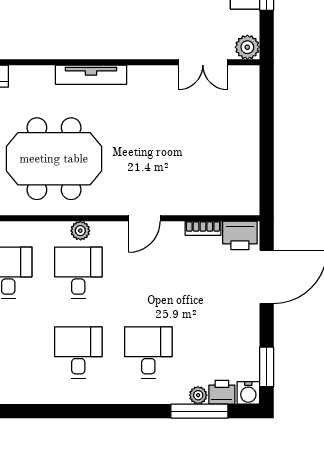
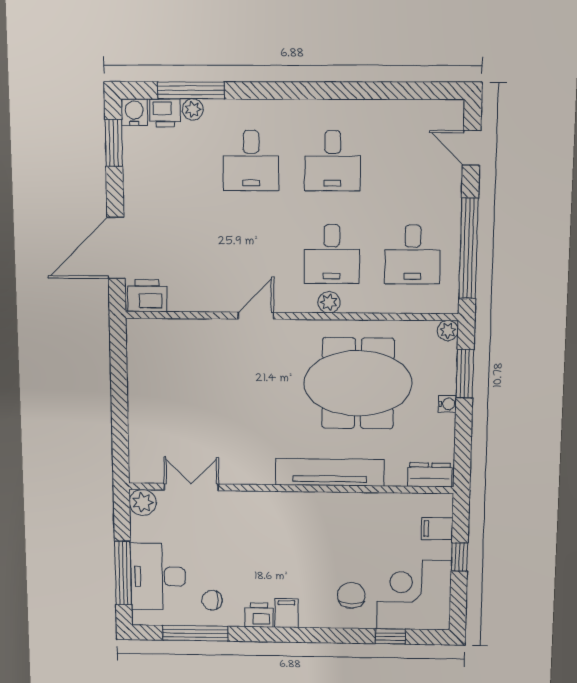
tv unit: (91, 75) -> (330, 472), width x1.36, depth x1.29
bookcase: (203, 228) -> (189, 304), removed

